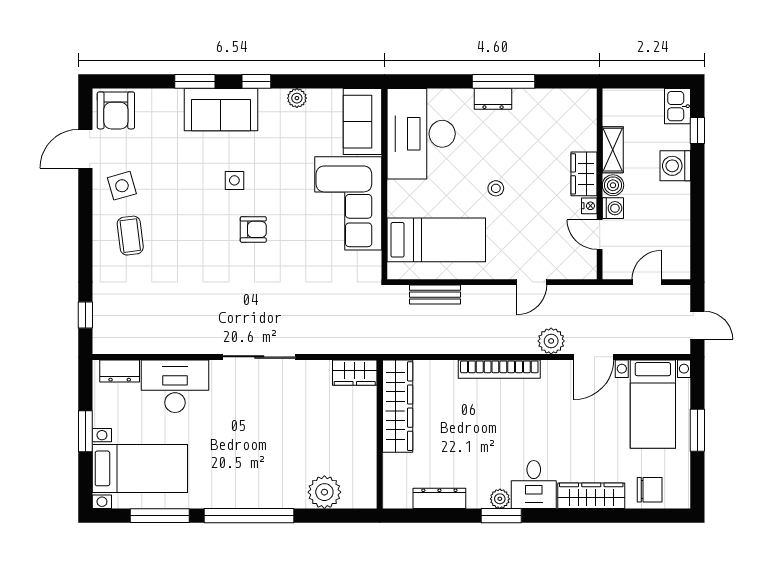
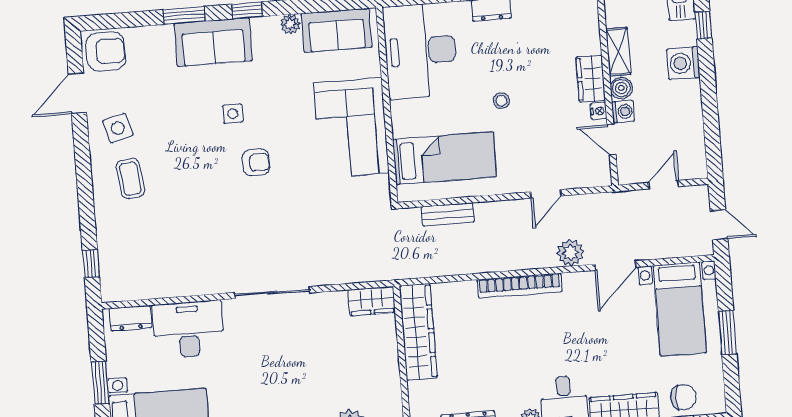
armchair: (116, 110) -> (106, 51), turned -90
sofa: (362, 122) -> (337, 30), moved, turned -90

